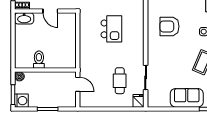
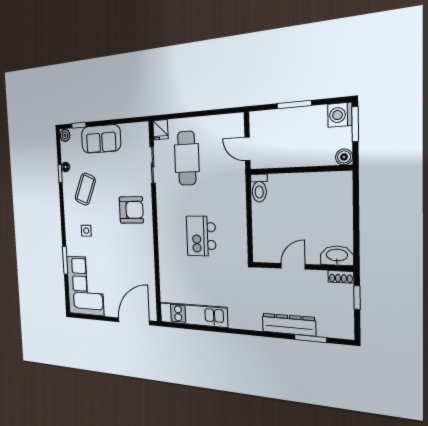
door: (50, 11) -> (293, 266), hinge flipped
armchair: (169, 26) -> (131, 210), moved
toilet: (39, 60) -> (259, 188), moved
cafe table: (120, 81) -> (187, 158), width x1.37, depth x1.35

